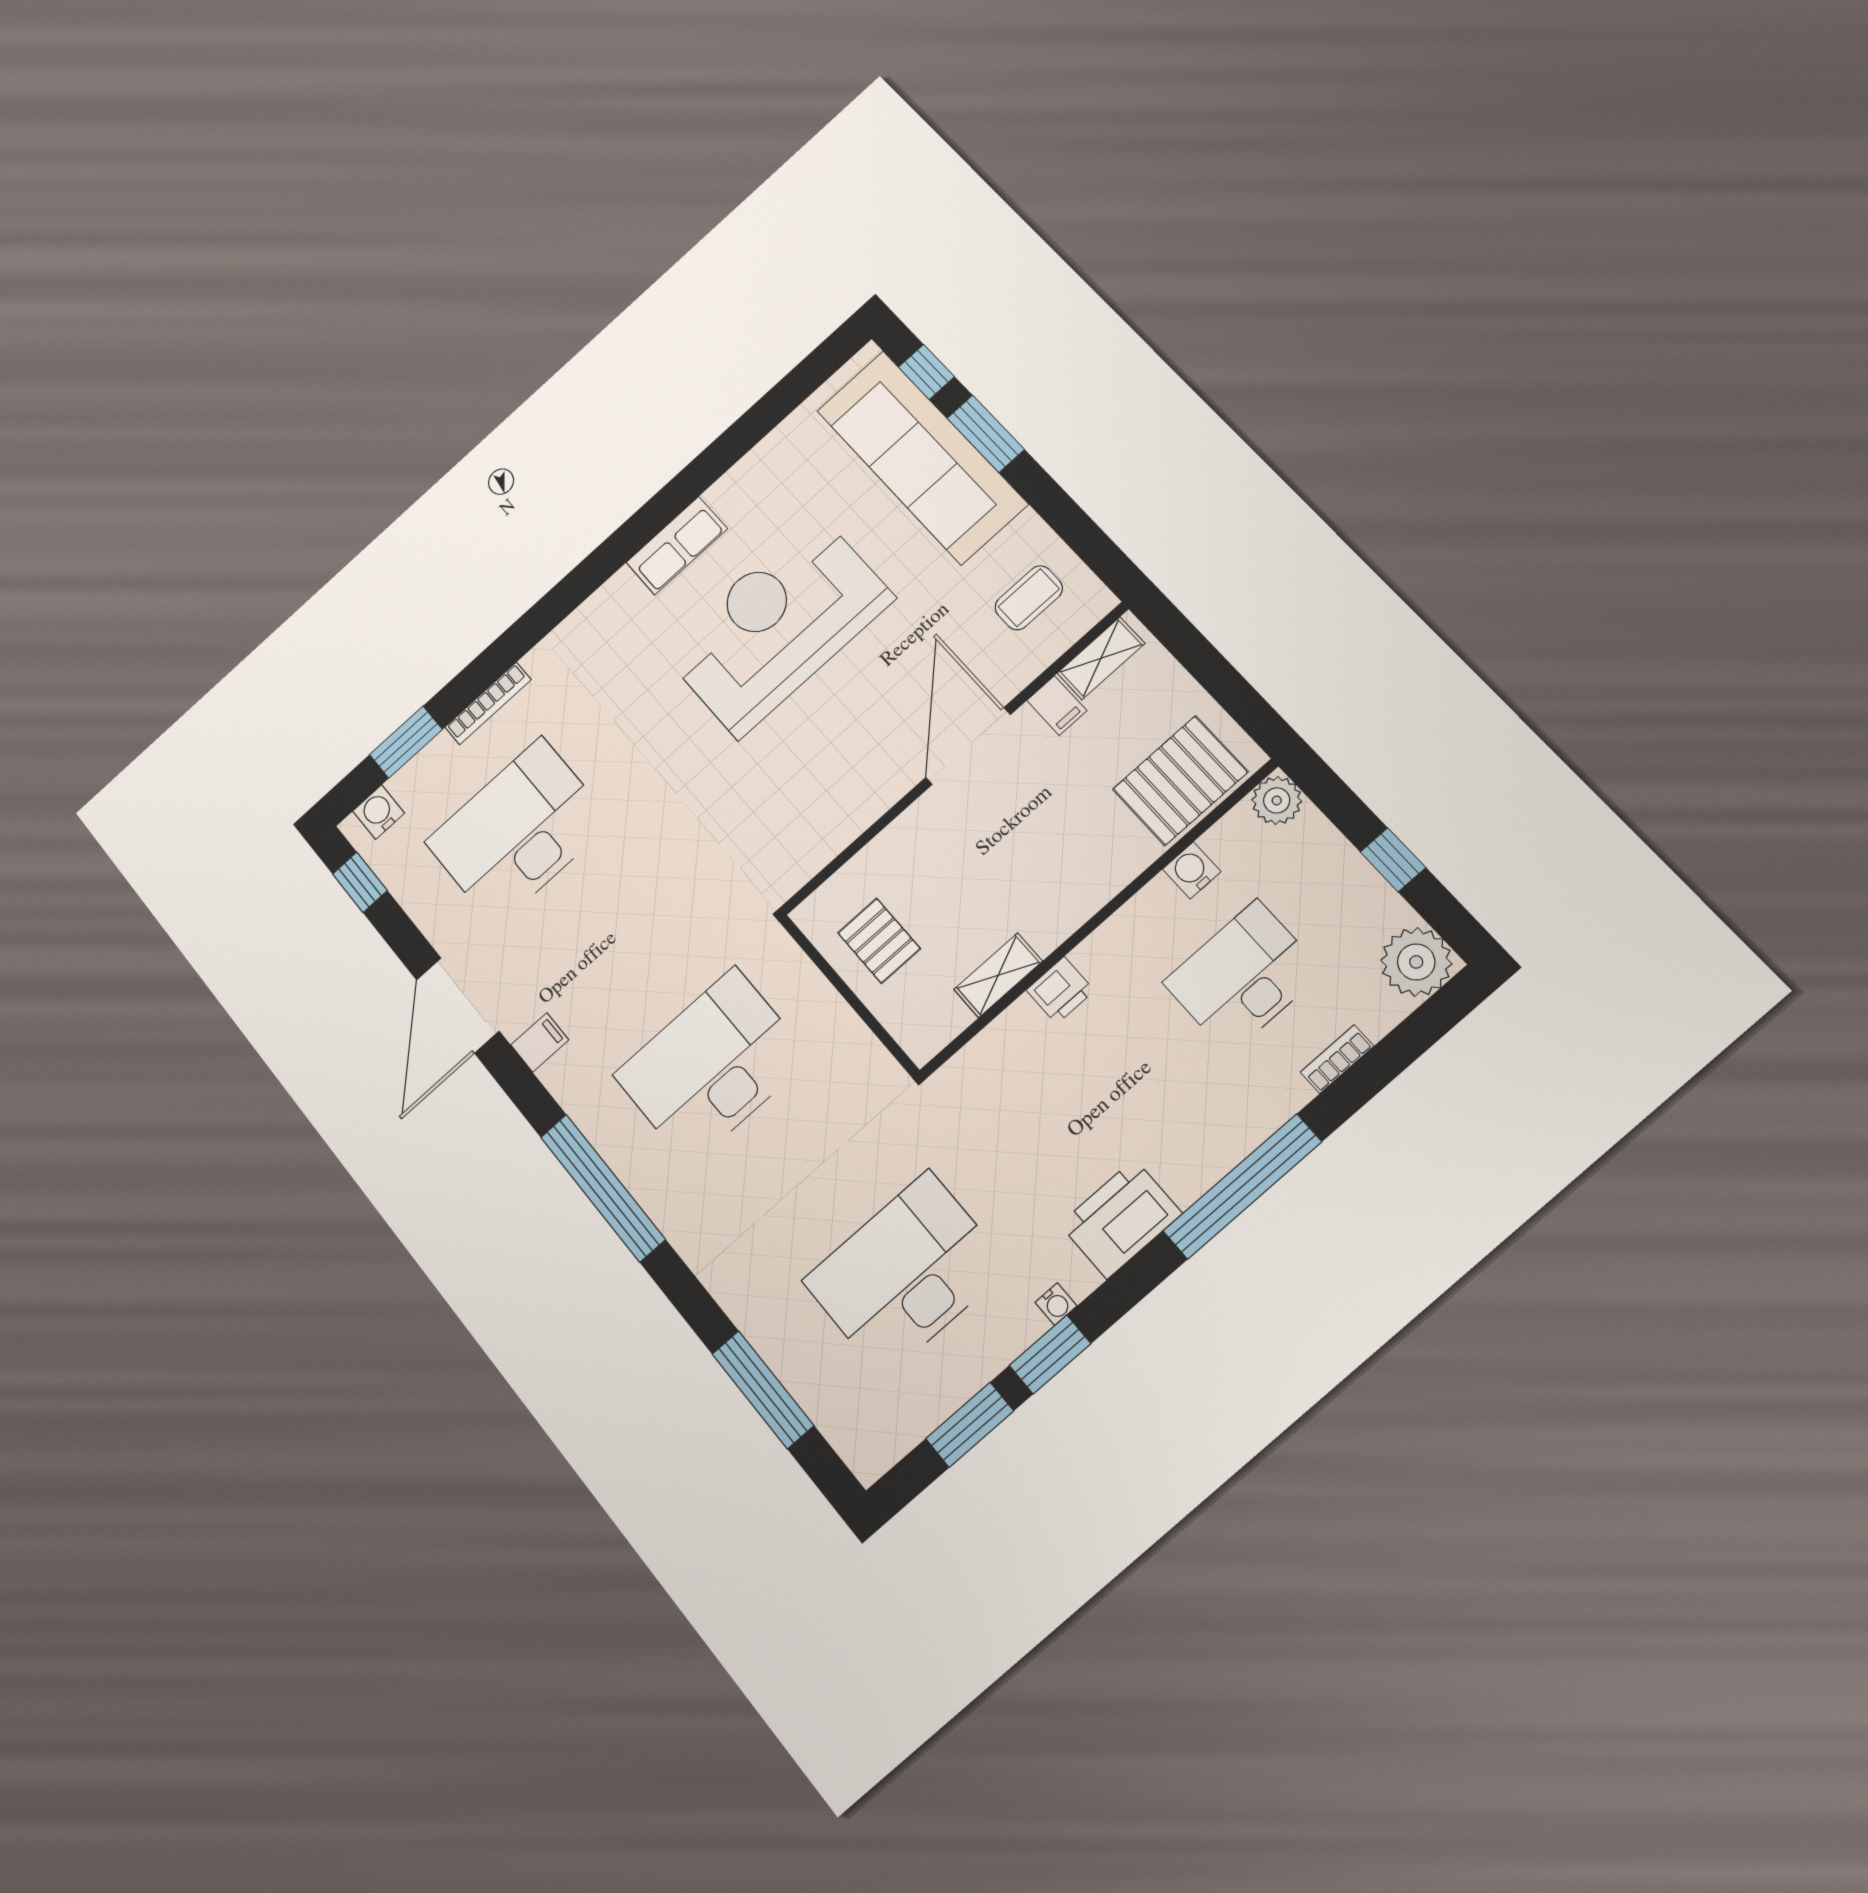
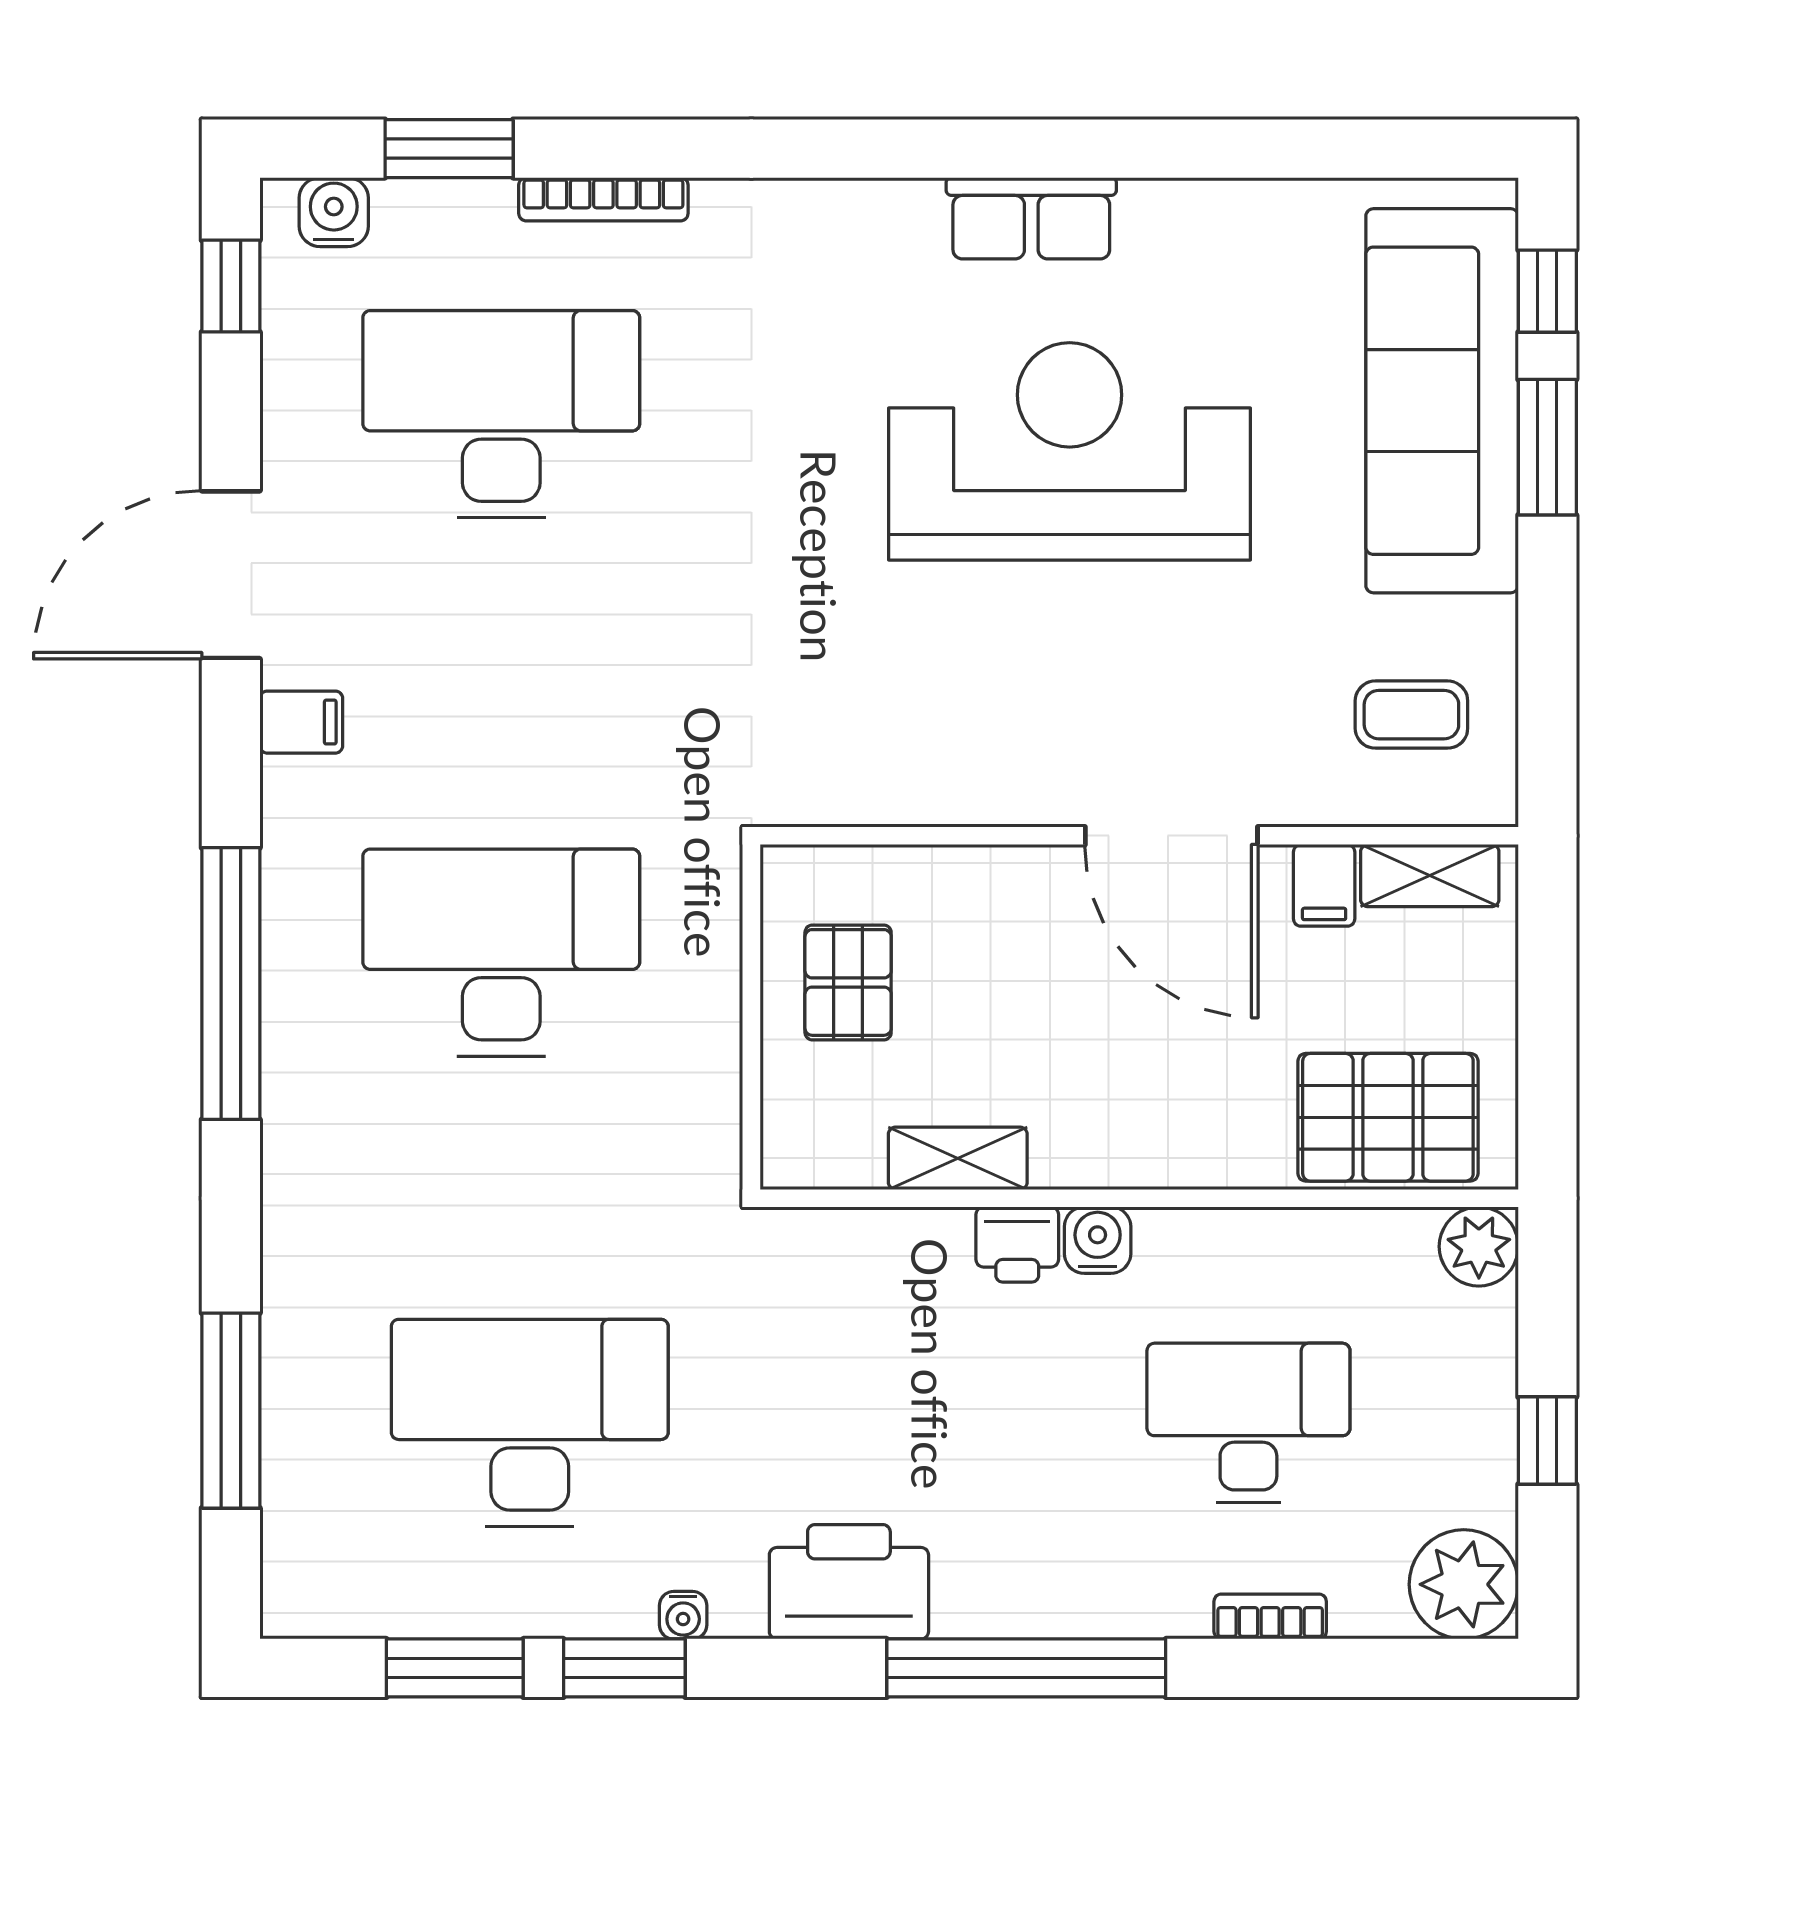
door: (968, 746) -> (1171, 836), swing flipped
water cooler: (1192, 870) -> (1098, 1240), moved

